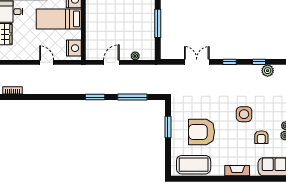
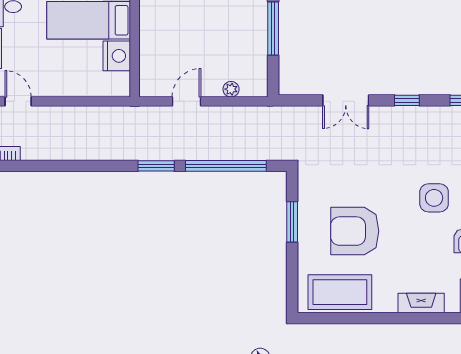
nightstand: (74, 48) -> (117, 56), moved
door: (47, 62) -> (18, 101), moved
double door: (197, 62) -> (346, 100), swing flipped
window: (132, 97) -> (226, 166), width x1.46

